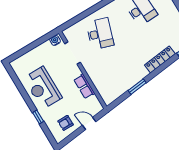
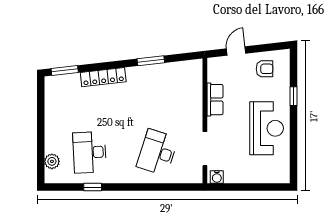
door: (89, 123) -> (236, 51), swing flipped

